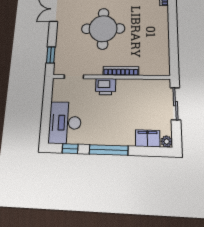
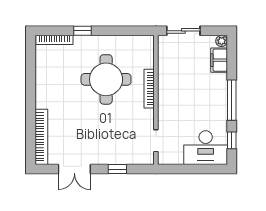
window: (172, 13) -> (82, 31), added
round table: (103, 29) -> (106, 79), moved
window: (51, 55) -> (117, 169), moved
printer: (106, 87) -> (167, 105), removed

